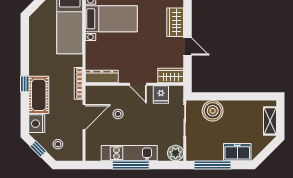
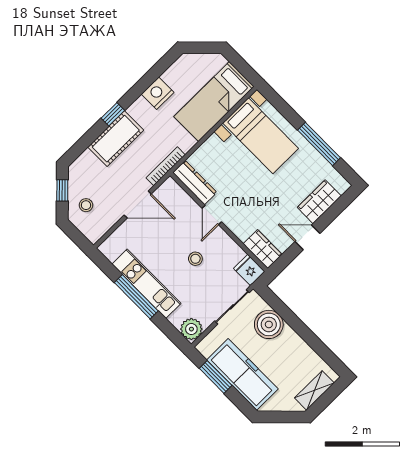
door: (187, 47) -> (307, 237), swing flipped
door: (138, 84) -> (212, 215), moved
fridge: (161, 95) -> (249, 270), moved, turned 90
stool: (118, 114) -> (195, 259), moved
nightstand: (37, 124) -> (158, 93), moved
freezer: (237, 152) -> (242, 374), width x1.91, depth x1.26
window: (213, 165) -> (216, 377), width x0.69

